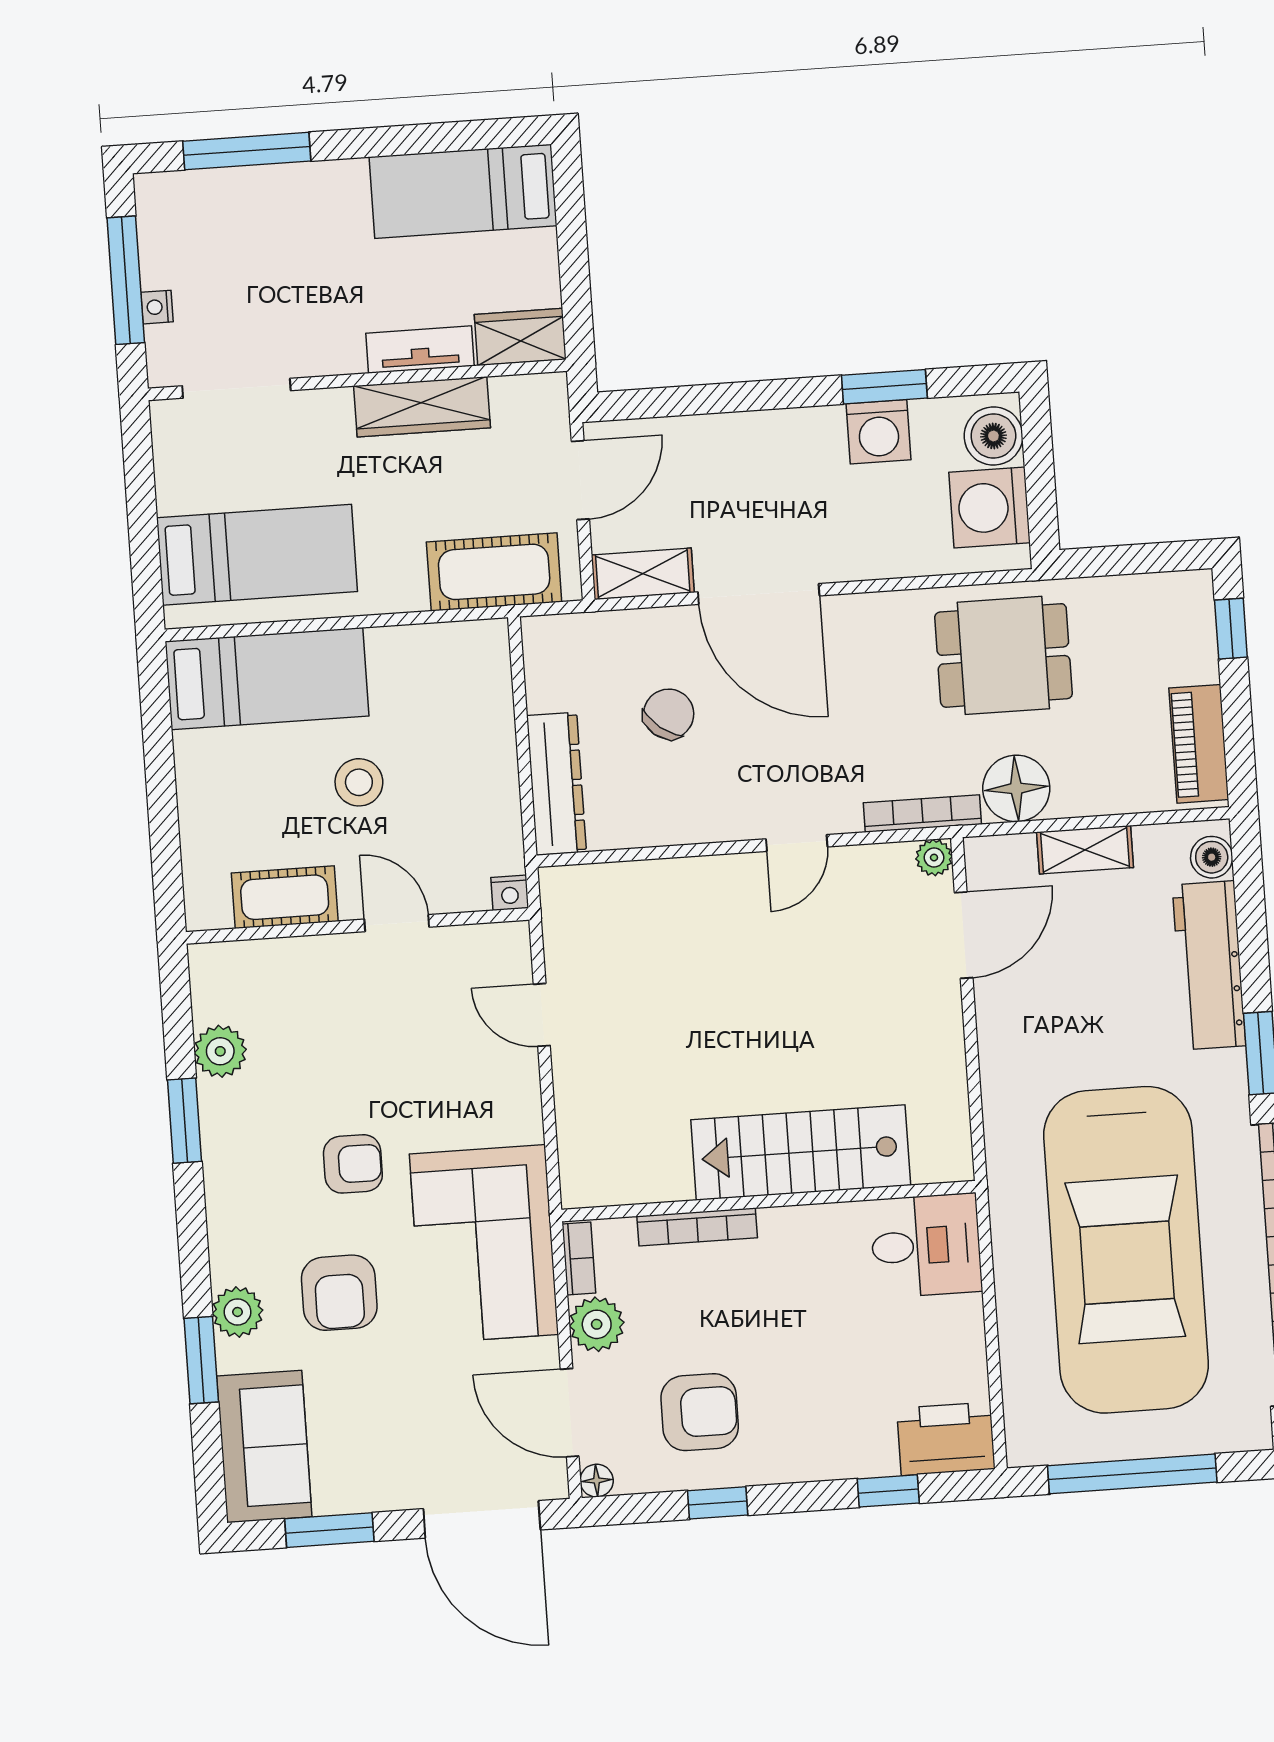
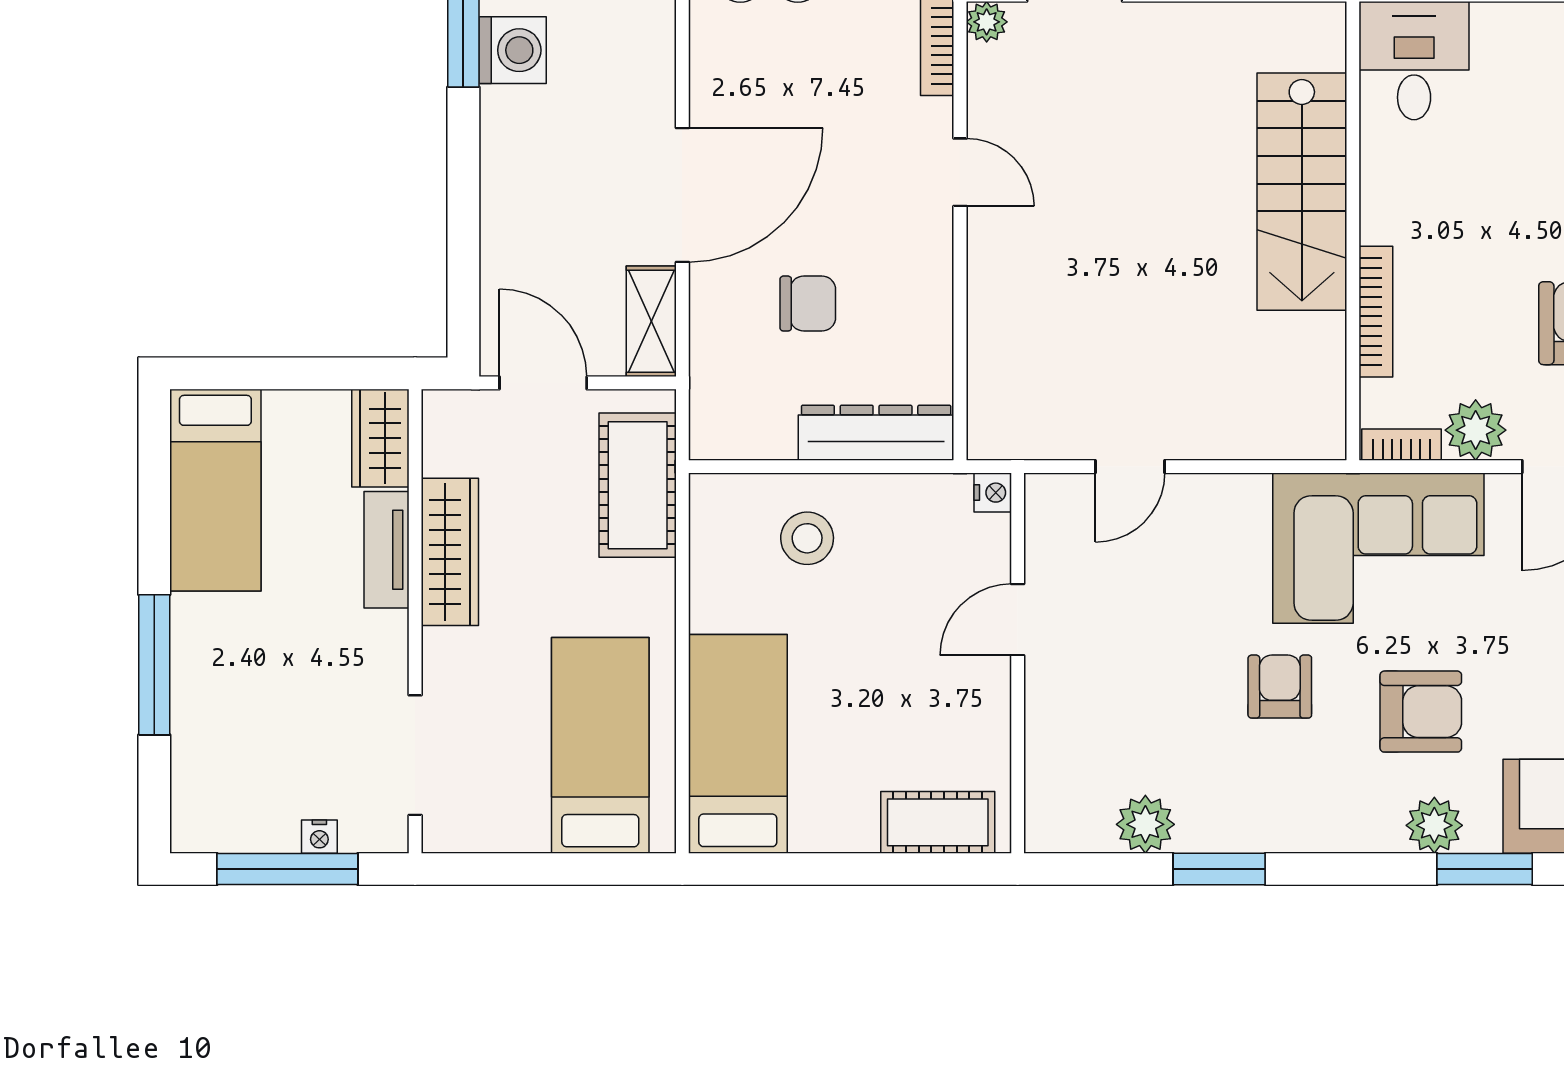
window: (247, 151) -> (154, 665), moved
chair: (669, 714) -> (808, 304), turned 142
stool: (359, 782) -> (807, 538), moved
cot: (285, 897) -> (938, 822), moved, turned 90

